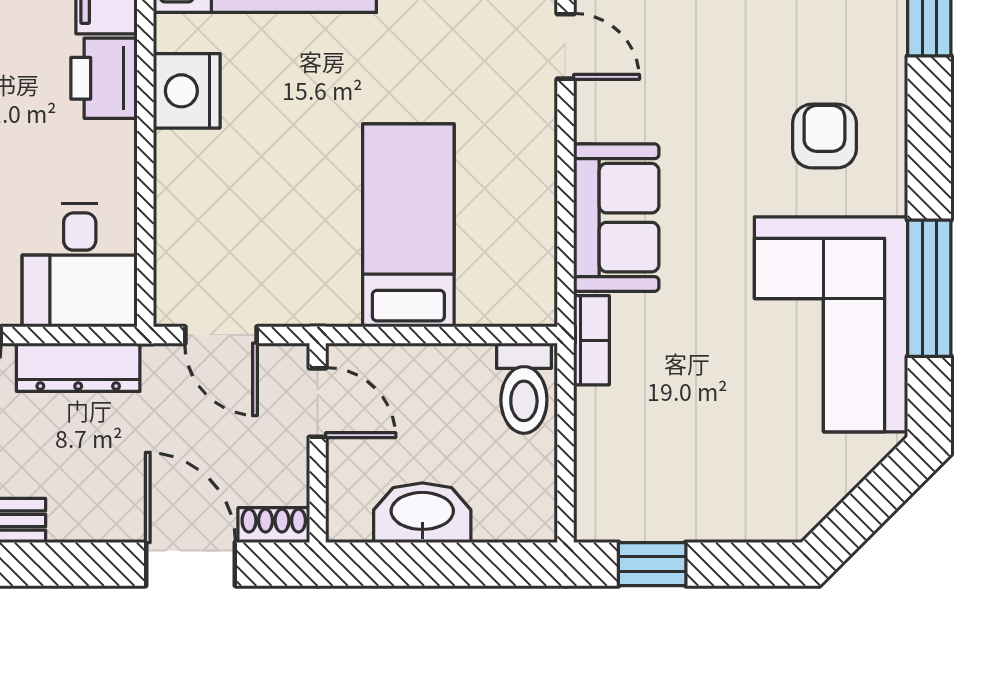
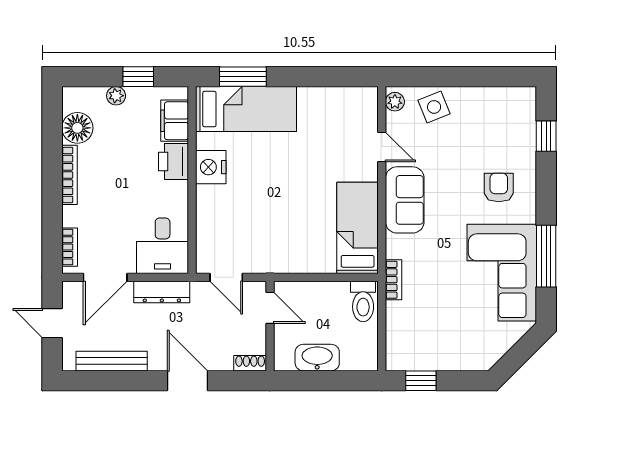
sofa: (616, 218) -> (405, 200), moved
bed: (408, 225) -> (358, 228), moved
door: (190, 564) -> (188, 381), moved

